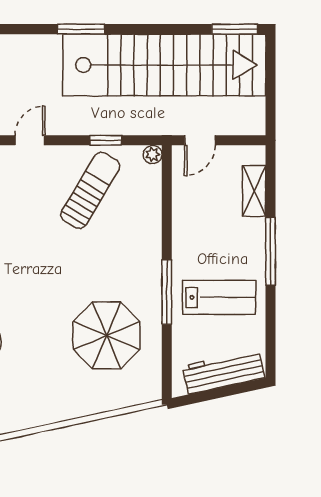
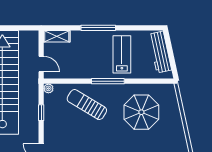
sun lounger: (90, 190) -> (87, 105), moved
shelving: (254, 191) -> (57, 36), moved
window: (167, 292) -> (108, 81), moved

